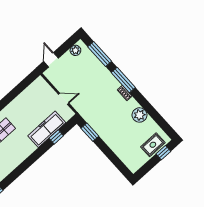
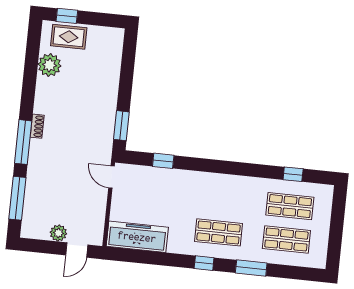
plant: (75, 50) -> (58, 233), moved
door: (64, 99) -> (111, 177), moved
plant: (140, 115) -> (50, 65), moved
freezer: (47, 129) -> (137, 237), moved, turned 180

